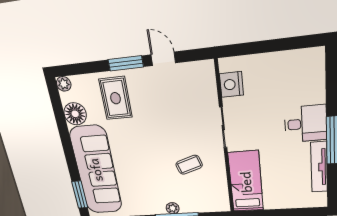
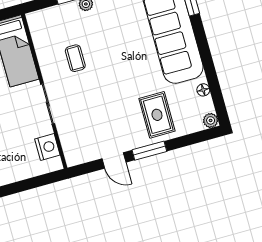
floor lamp: (75, 114) -> (203, 90), width x0.53, depth x0.53
coffee table: (189, 165) -> (75, 58), turned -72

